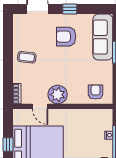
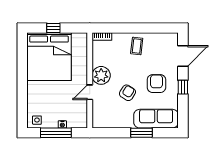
armchair: (96, 92) -> (127, 93), moved, turned -58
door: (40, 106) -> (90, 92), moved

